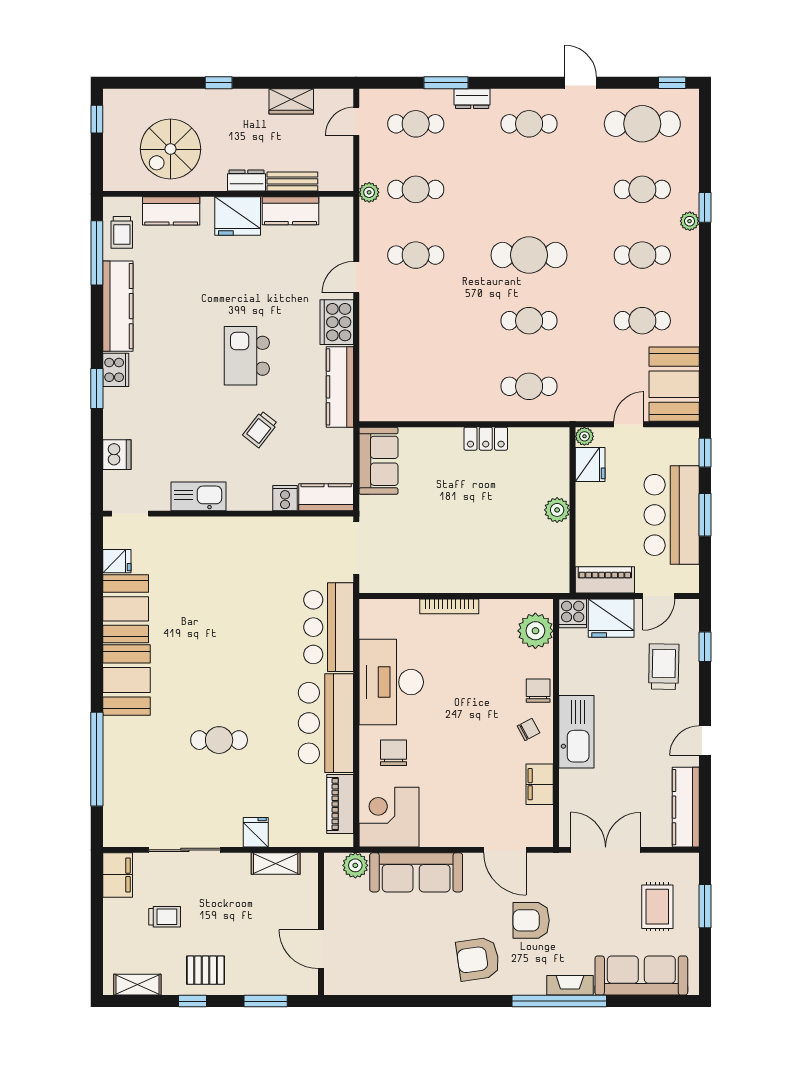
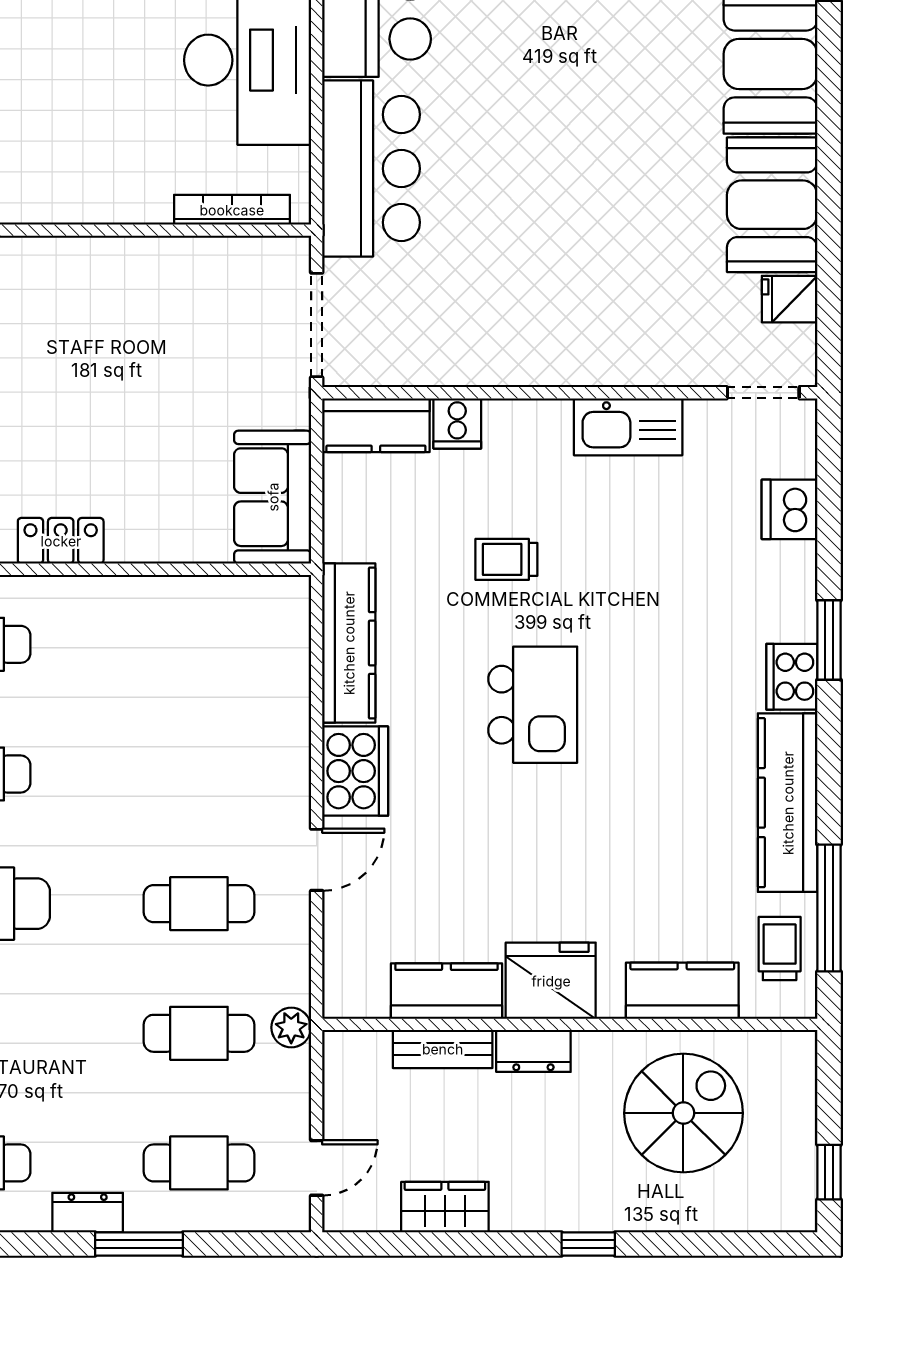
trolley: (260, 429) -> (506, 559), turned -128
bookcase: (449, 606) -> (232, 210), moved

